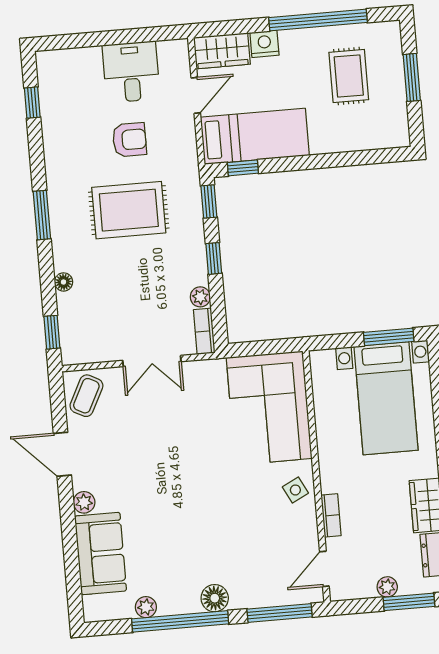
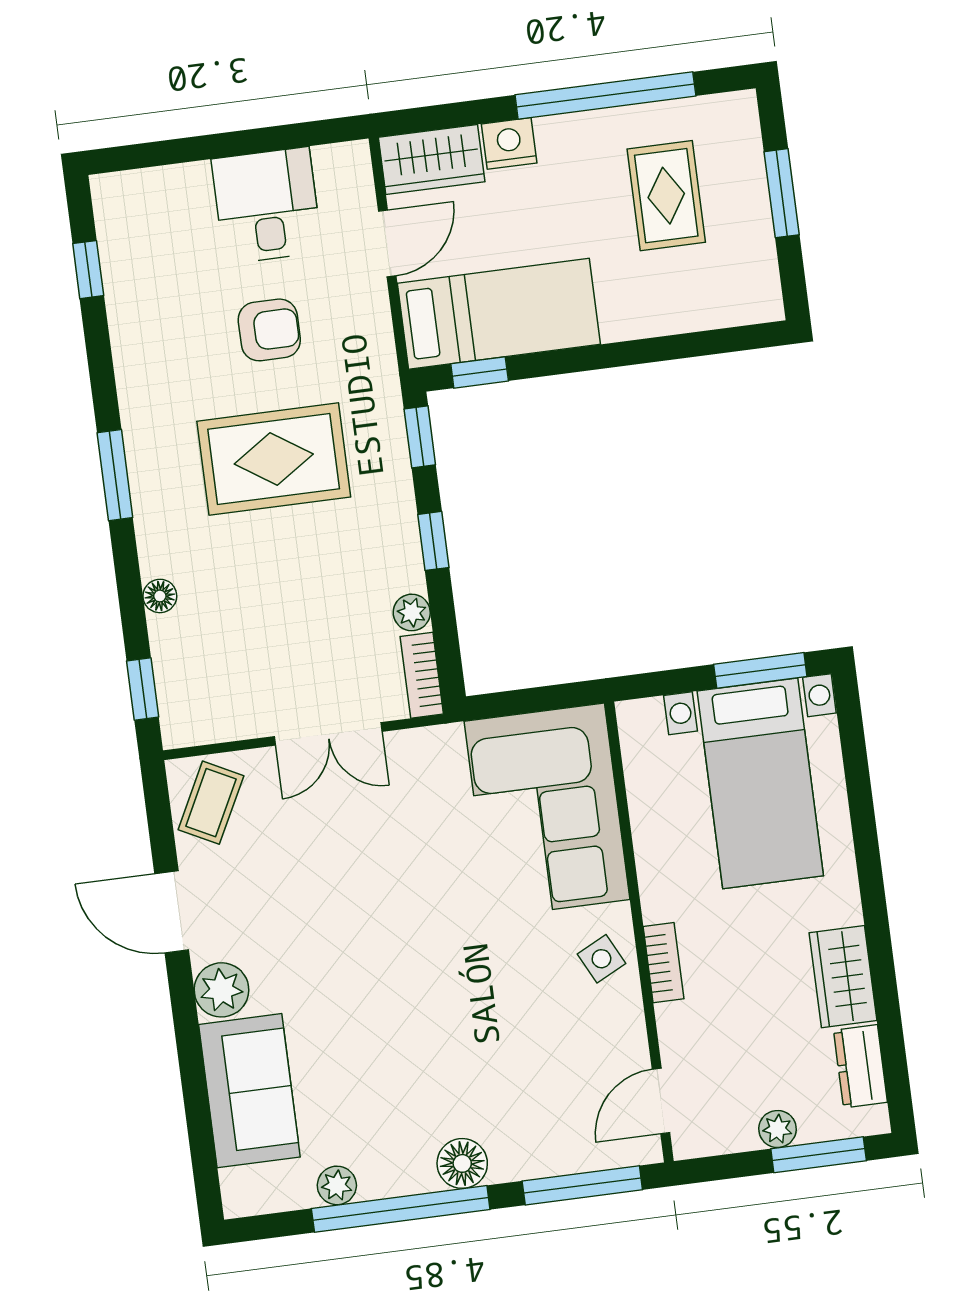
plant: (84, 502) -> (221, 990), width x1.38, depth x1.38
bookcase: (331, 515) -> (664, 963), moved

